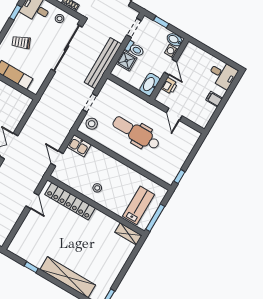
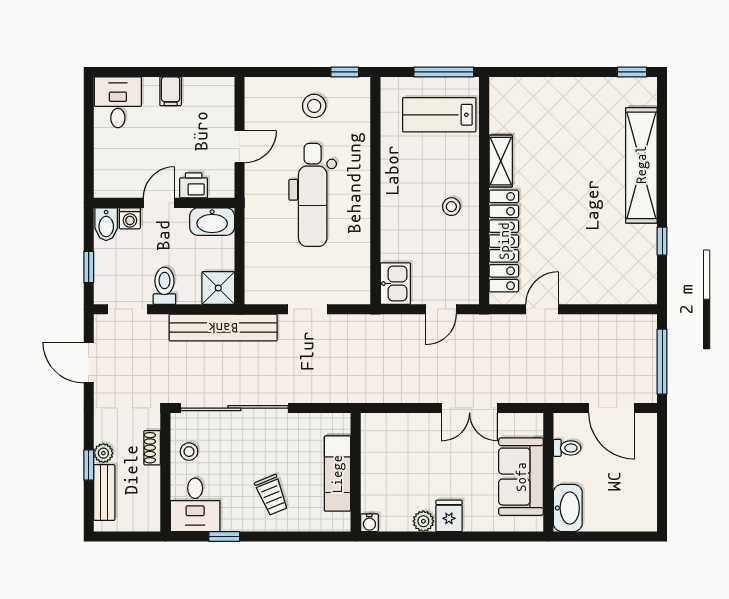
shower: (126, 61) -> (218, 288), moved
stool: (92, 124) -> (314, 106), moved
shelving: (128, 234) -> (501, 161), moved

